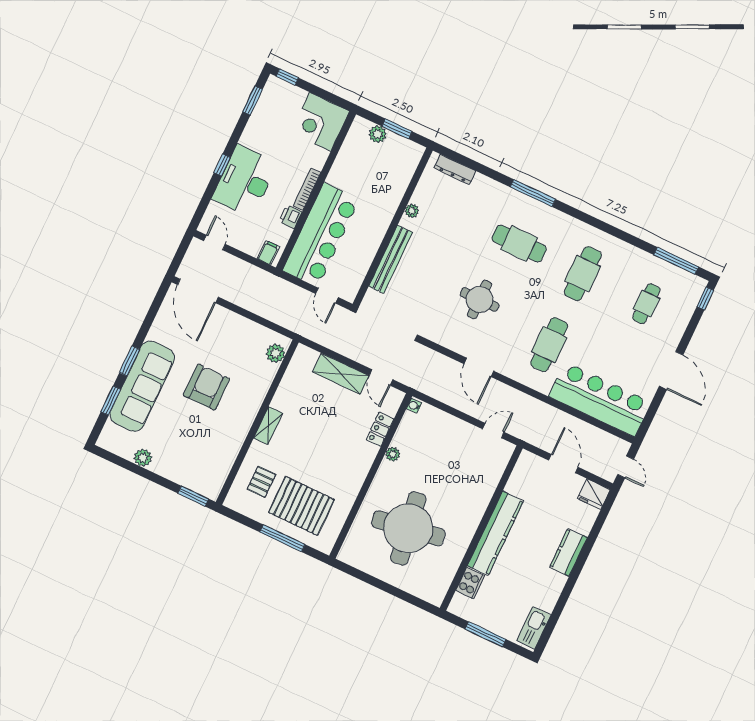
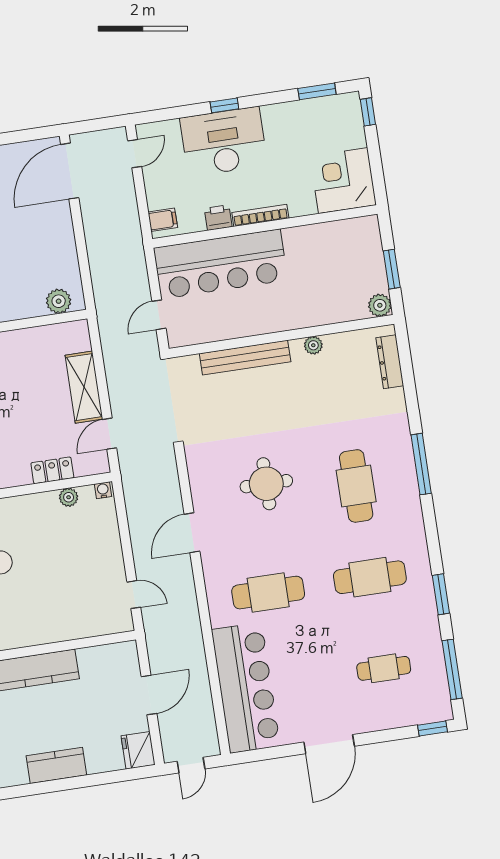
plant: (378, 134) -> (380, 305), moved
window: (624, 236) -> (441, 594), added
plant: (393, 454) -> (69, 497), moved

